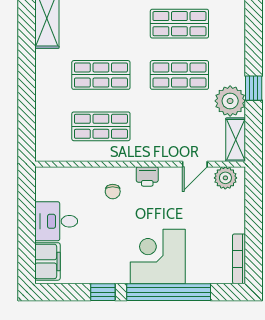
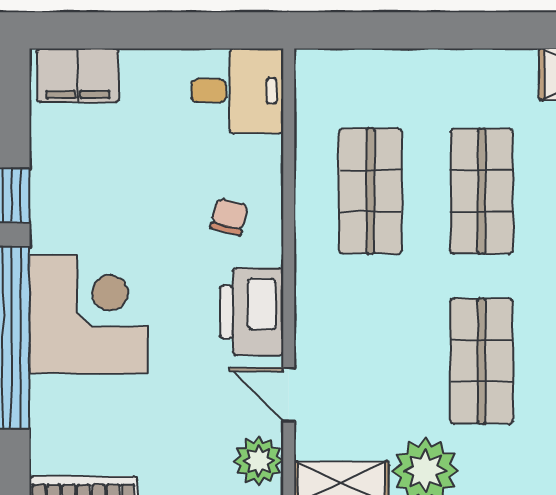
printer: (147, 176) -> (252, 312), width x1.87, depth x1.48
chair: (113, 192) -> (229, 217), turned 104
desk: (56, 221) -> (237, 91), moved, turned 90

